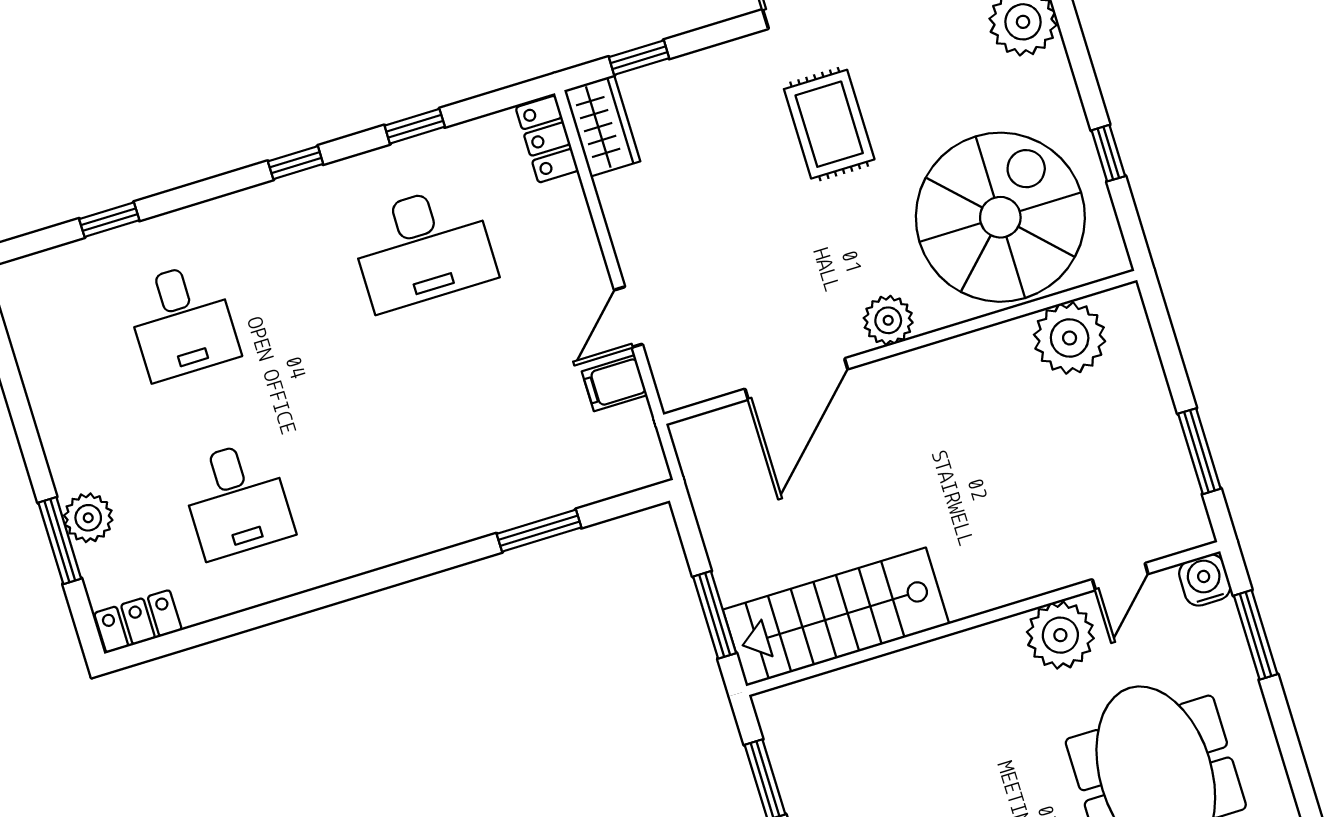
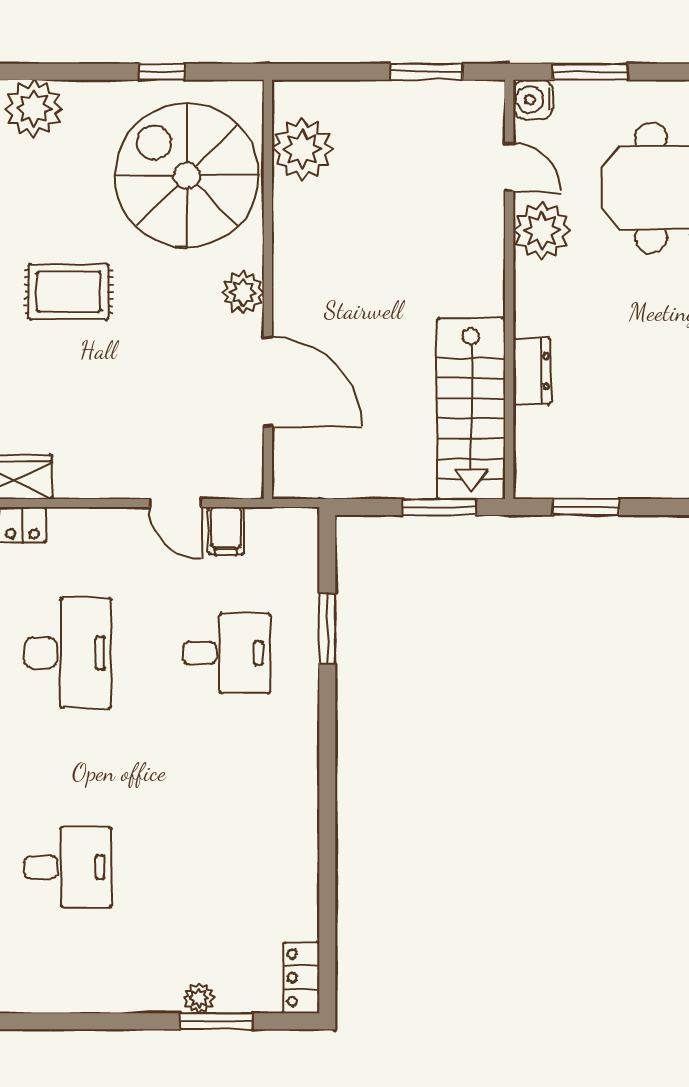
desk: (237, 500) -> (227, 653), moved
plant: (88, 518) -> (199, 998), width x0.73, depth x0.73
dresser: (899, 672) -> (532, 371), added

